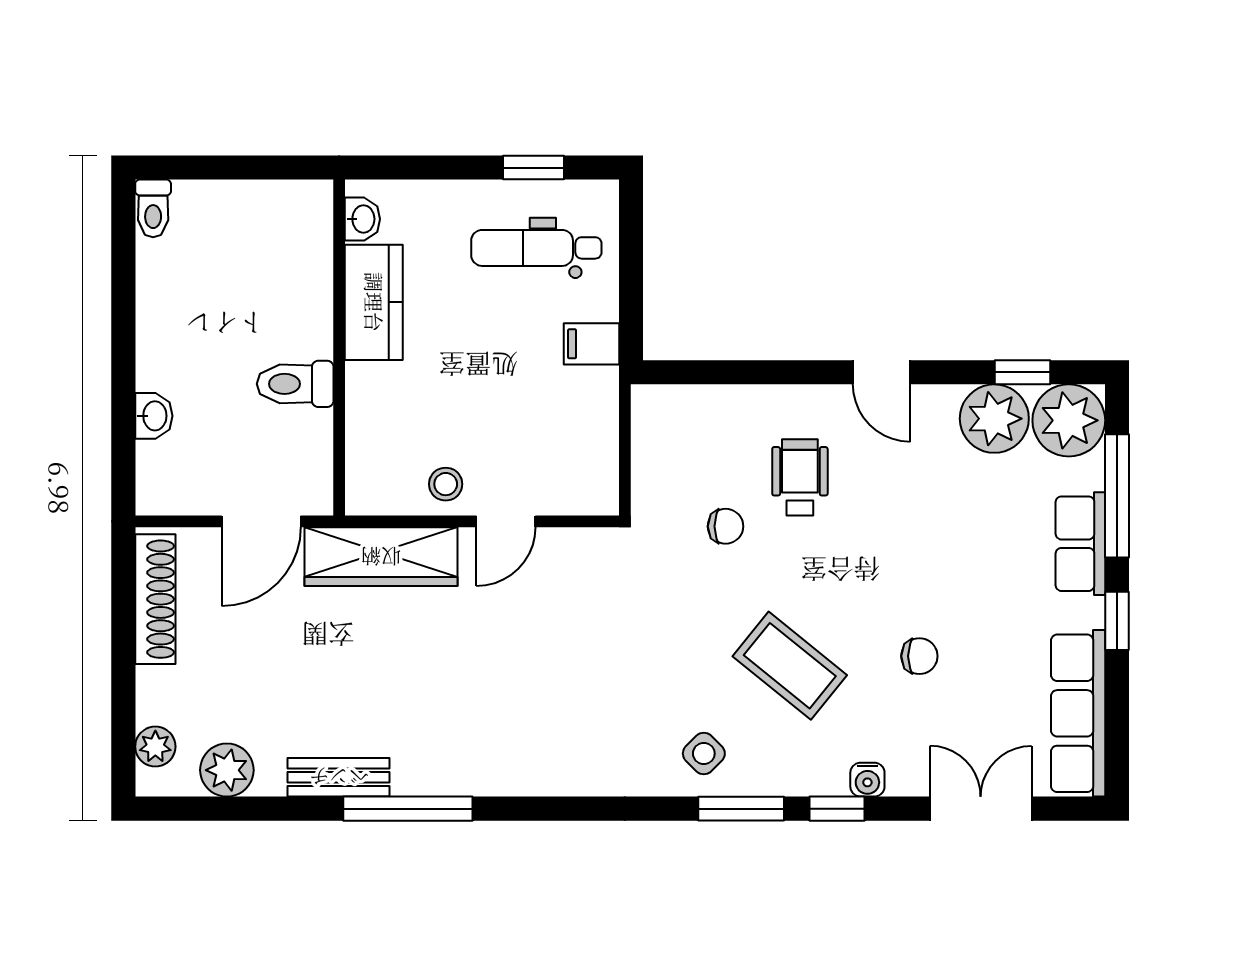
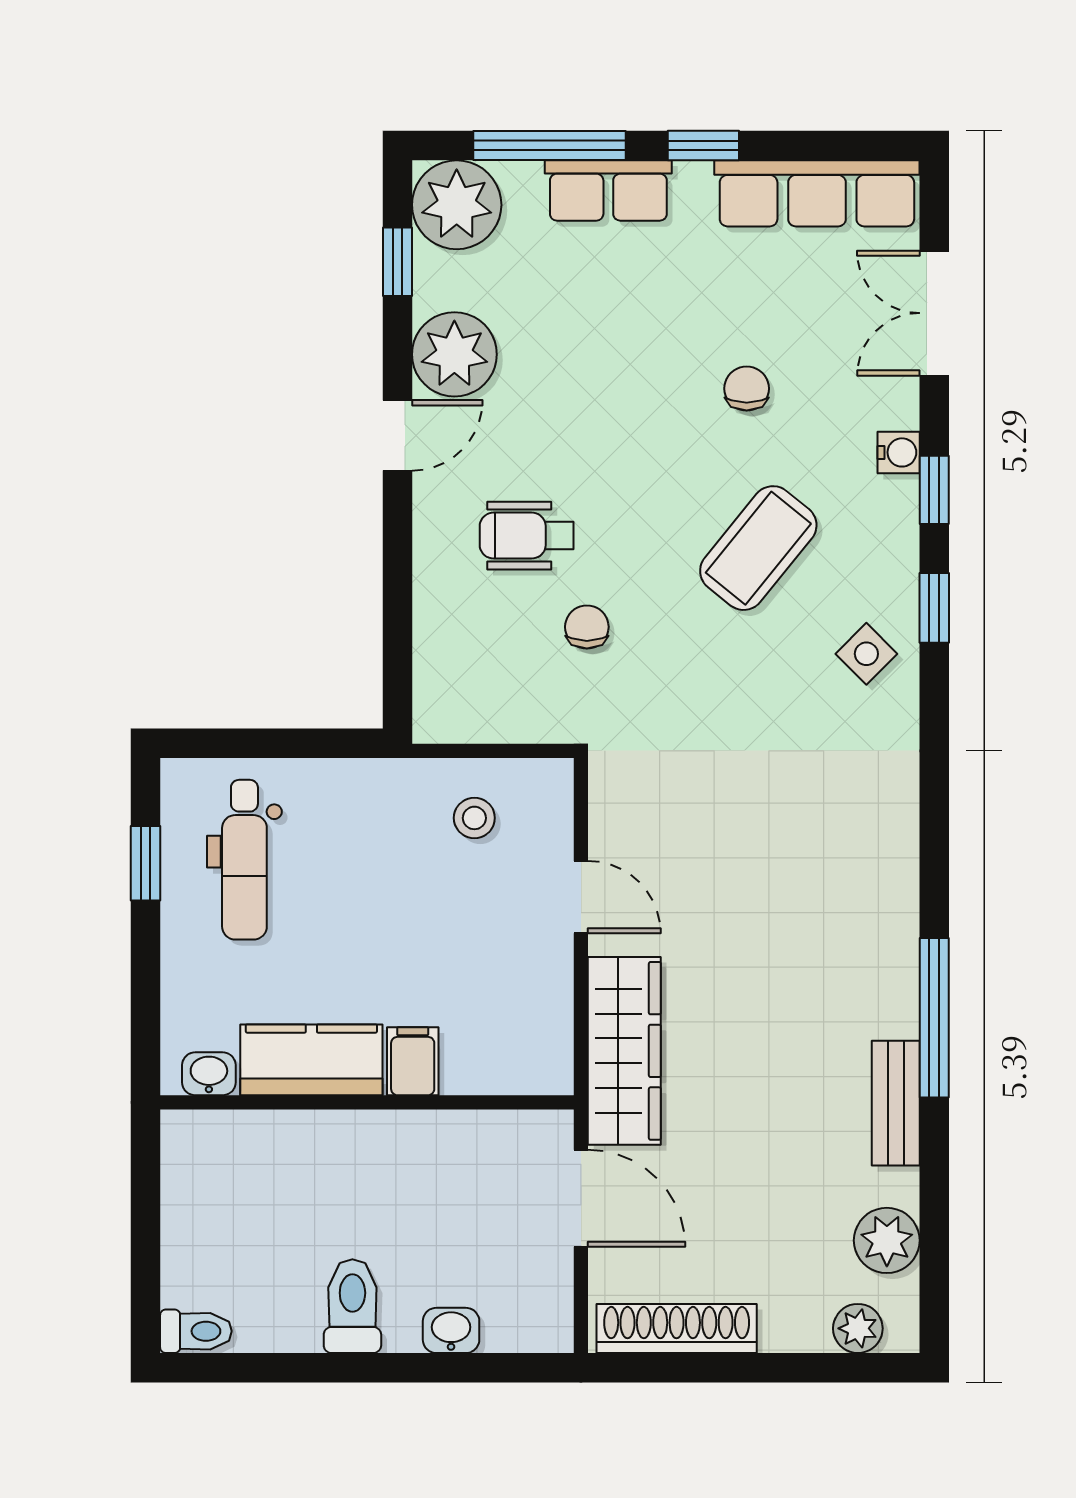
filing cabinet: (591, 344) -> (413, 1061), moved, turned 180
toilet: (295, 384) -> (352, 1306), moved, turned 180
plant: (994, 419) -> (454, 354), moved
stool: (446, 484) -> (474, 818), moved
window: (741, 809) -> (934, 608), width x0.67

